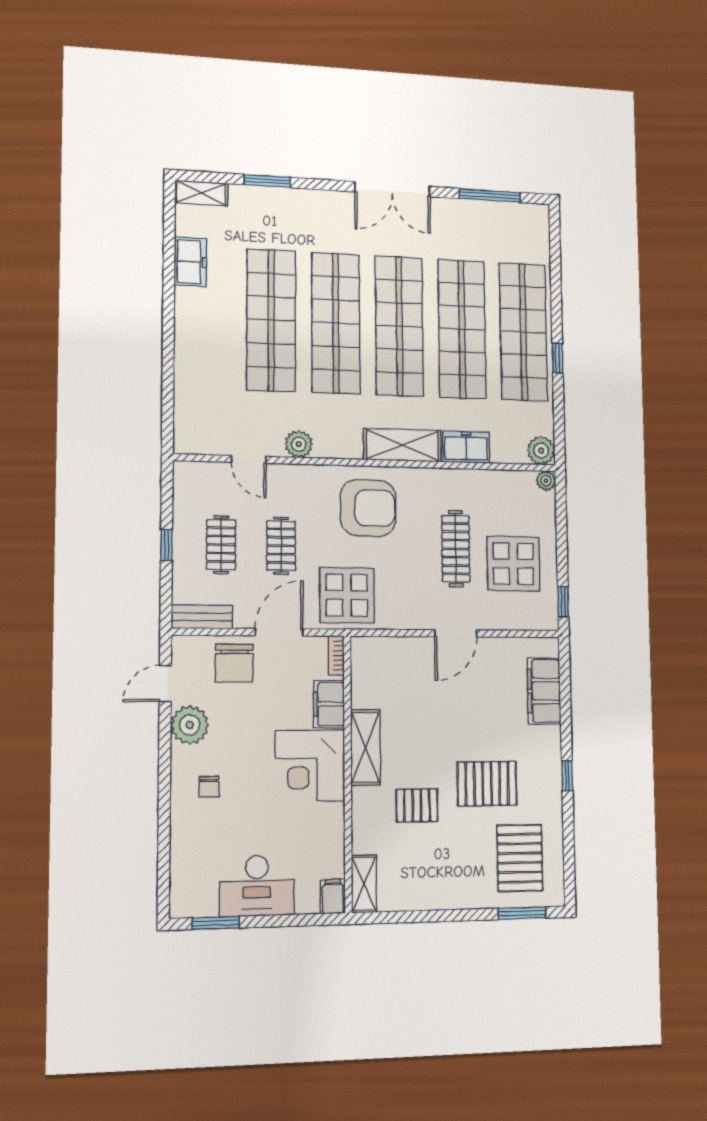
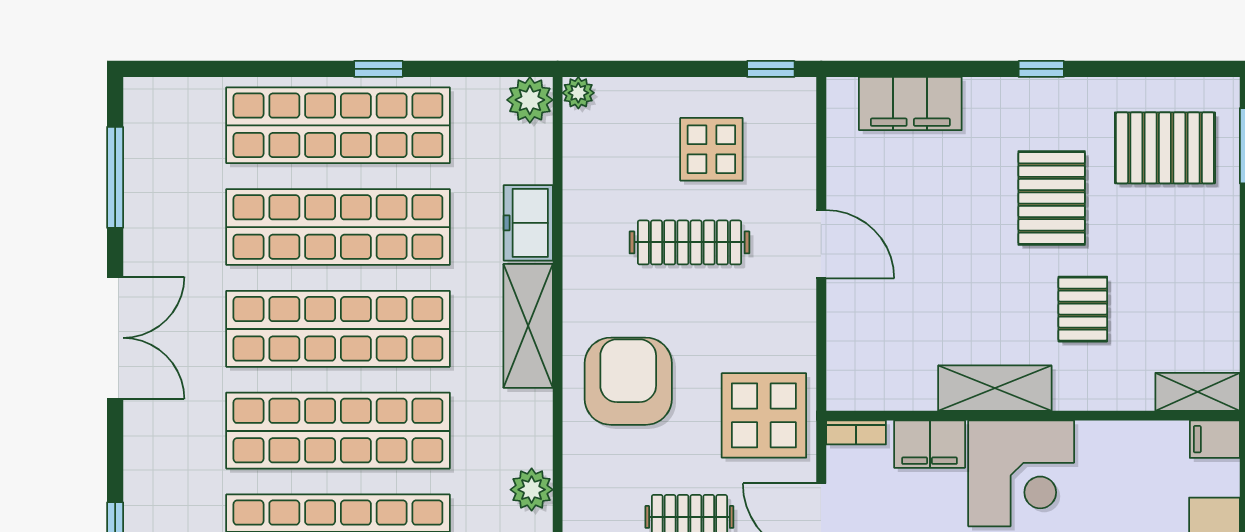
display table: (513, 564) -> (711, 149), width x0.73, depth x0.73

